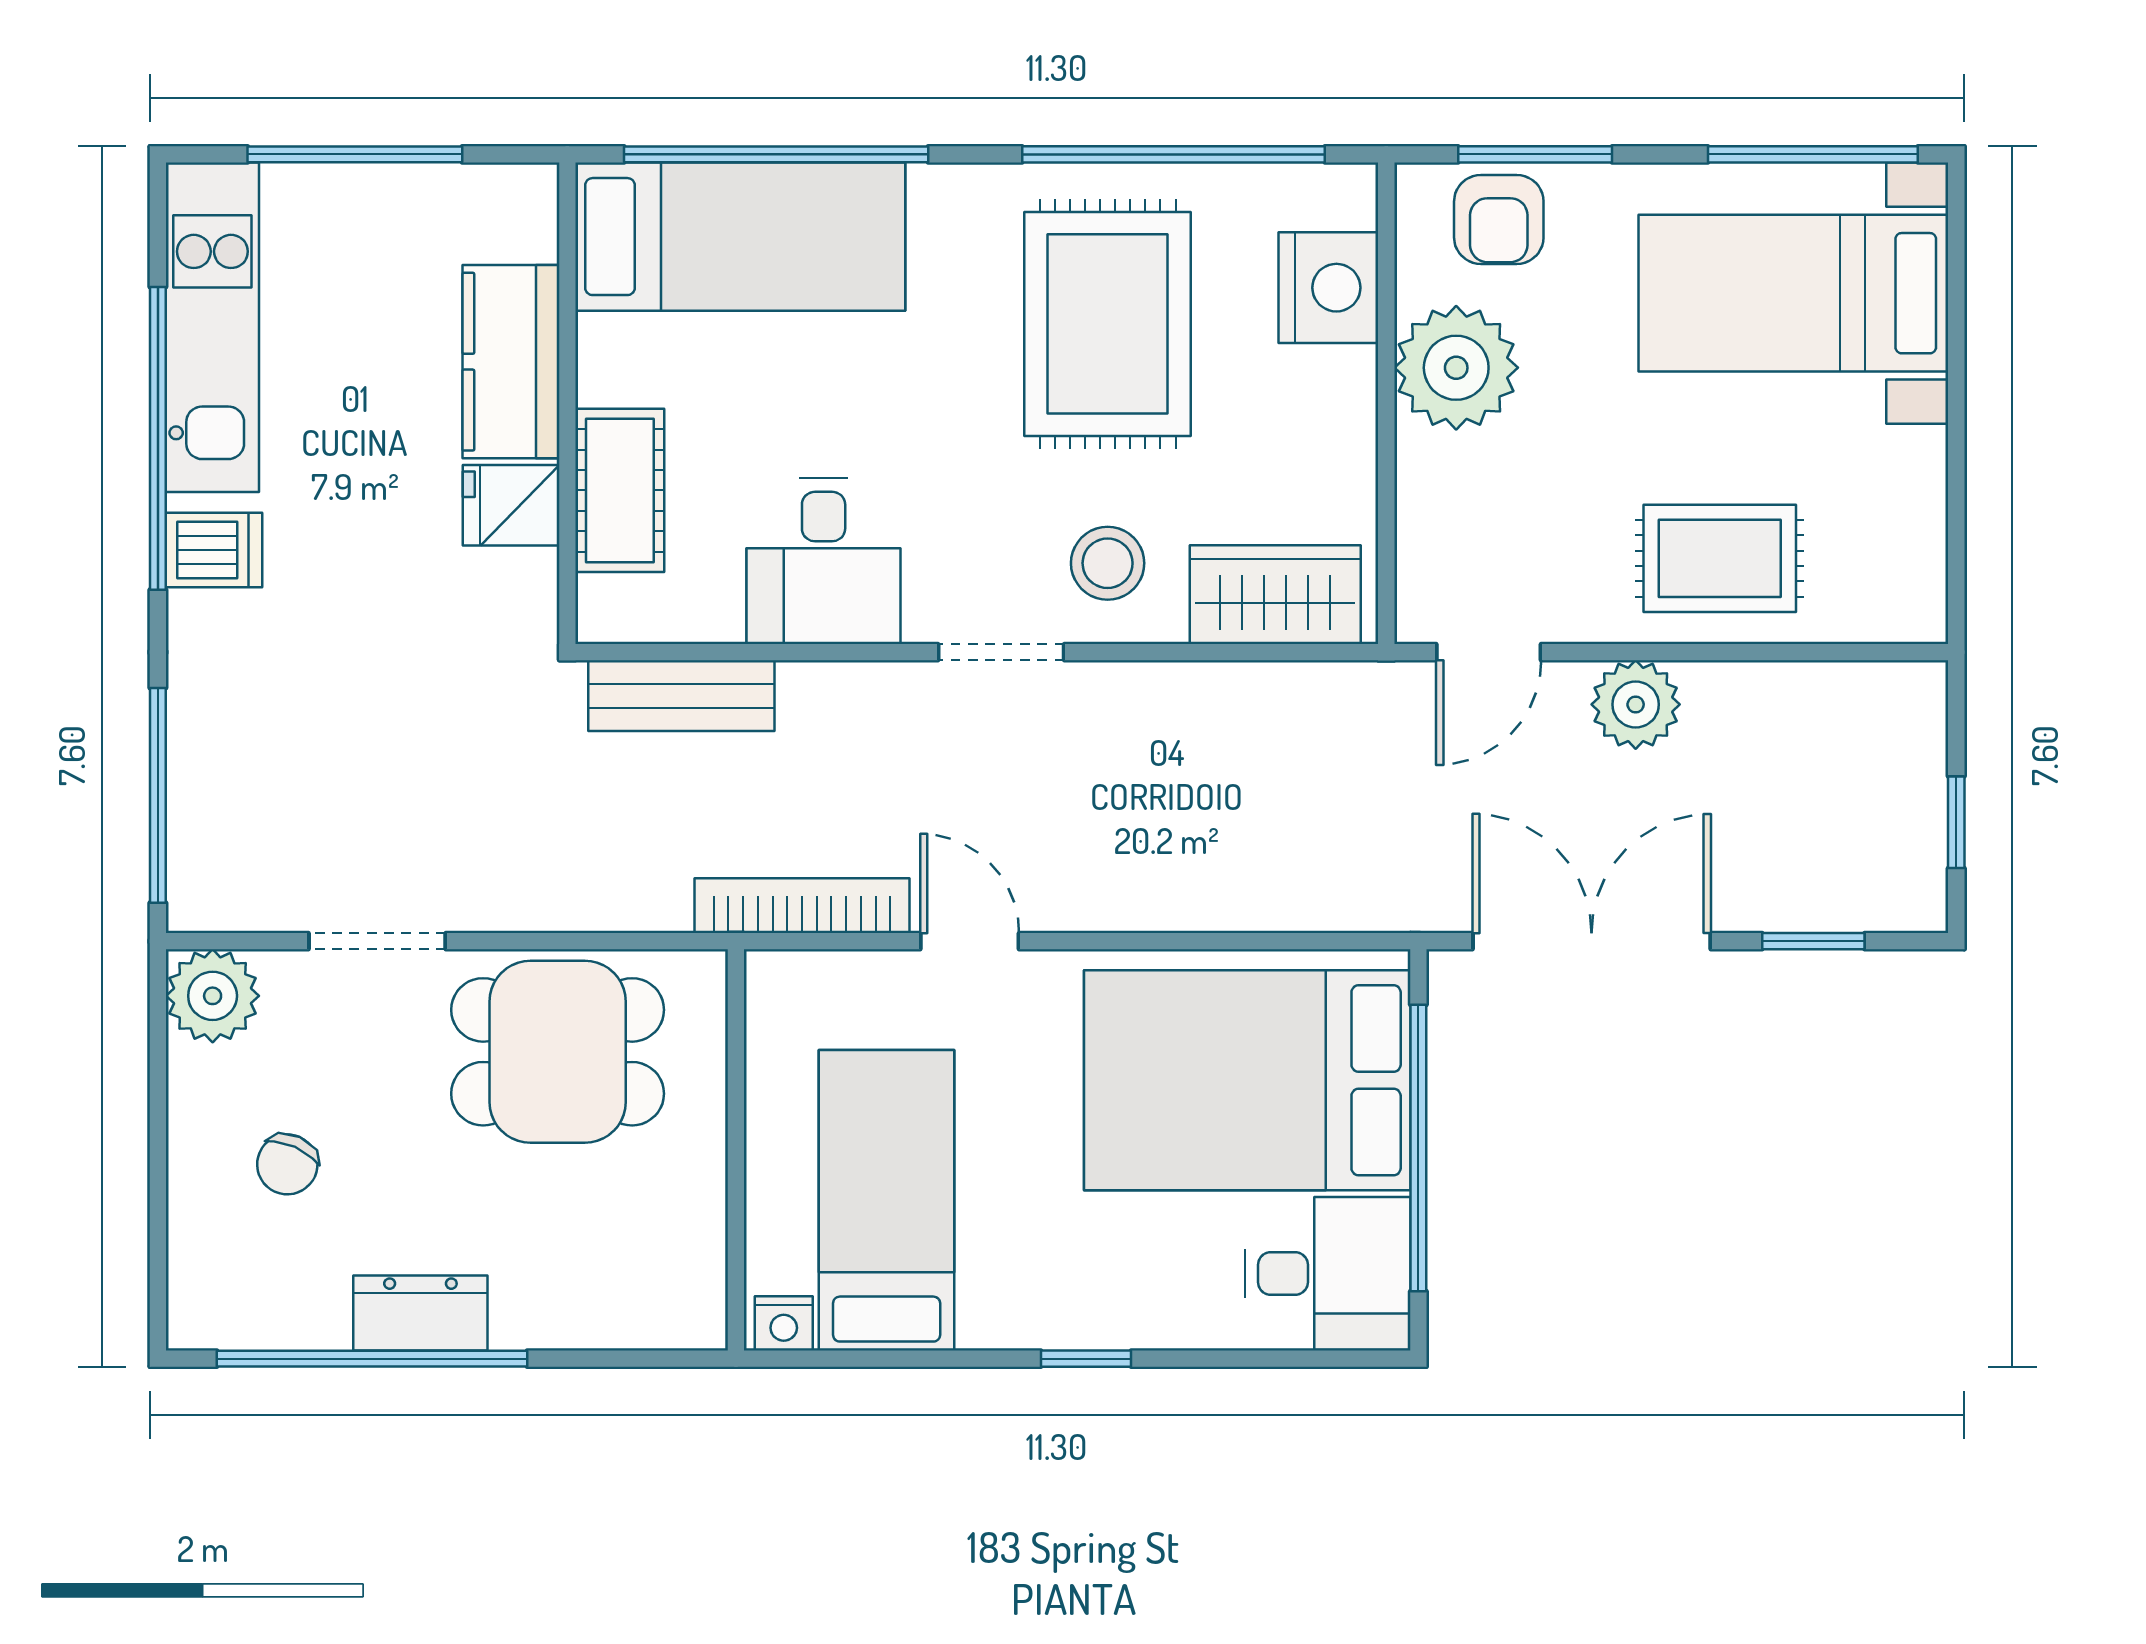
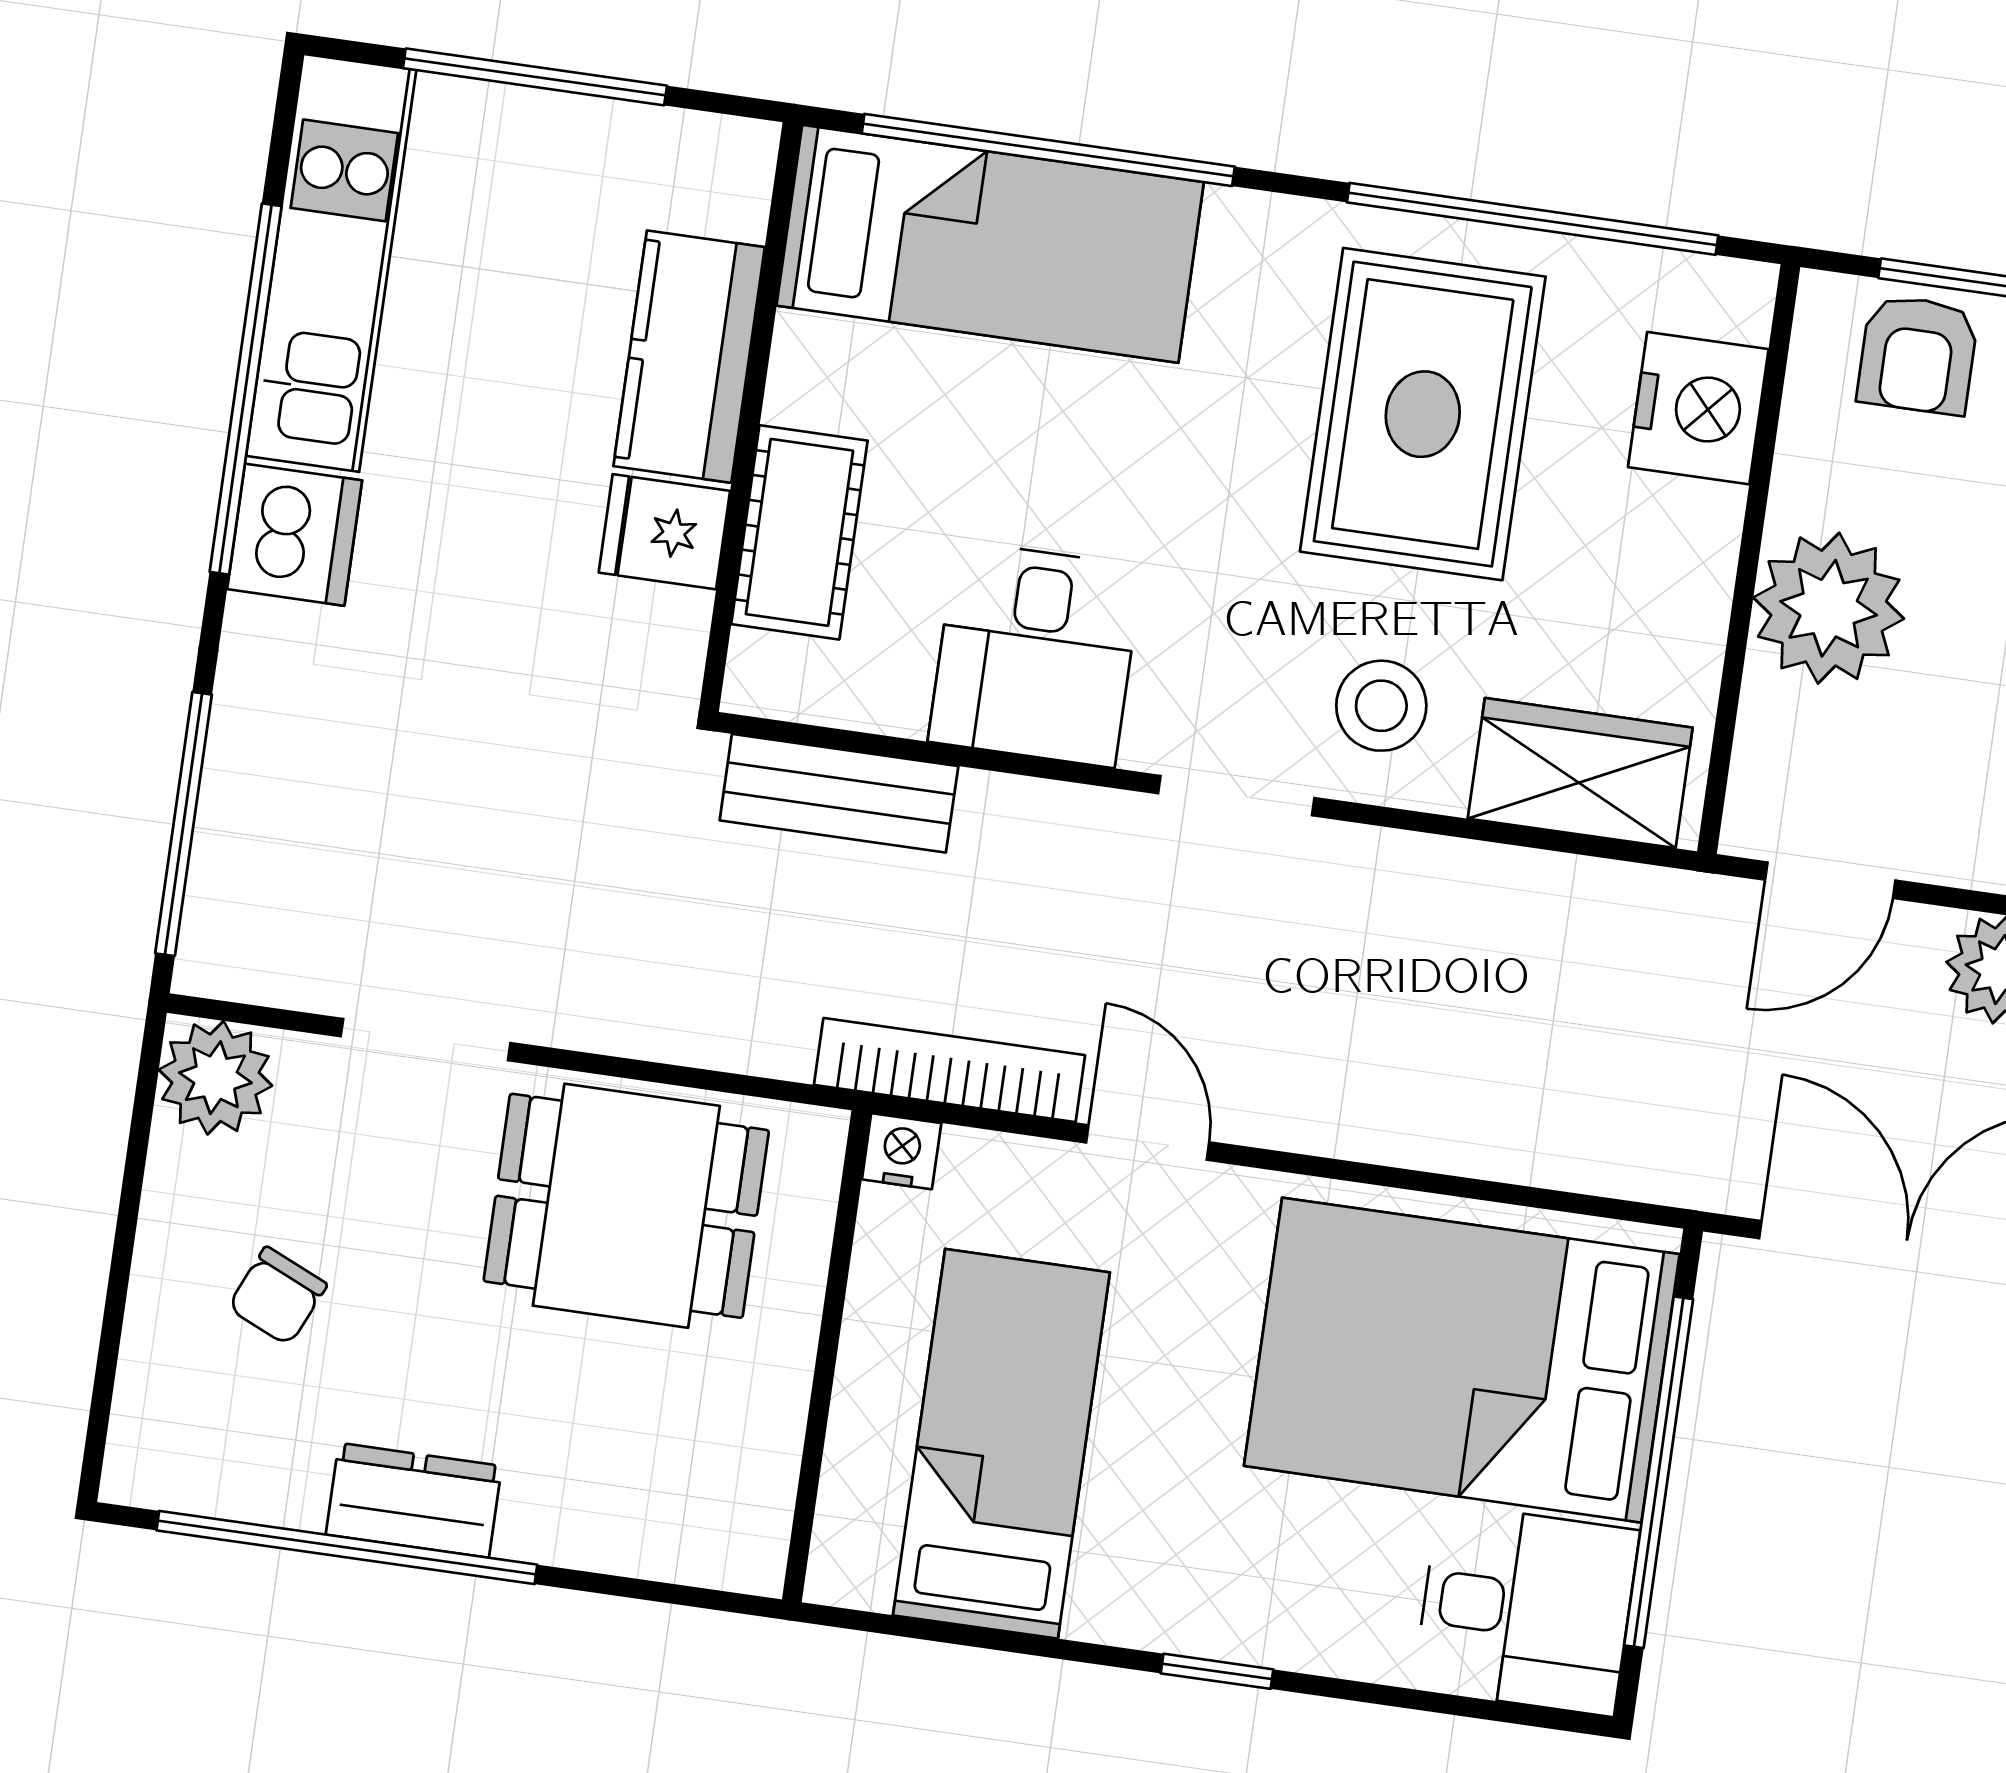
plant: (1456, 368) -> (1829, 608), moved
dishwasher: (214, 550) -> (295, 535), width x1.38
nightstand: (784, 1323) -> (902, 1151), moved, turned 180

